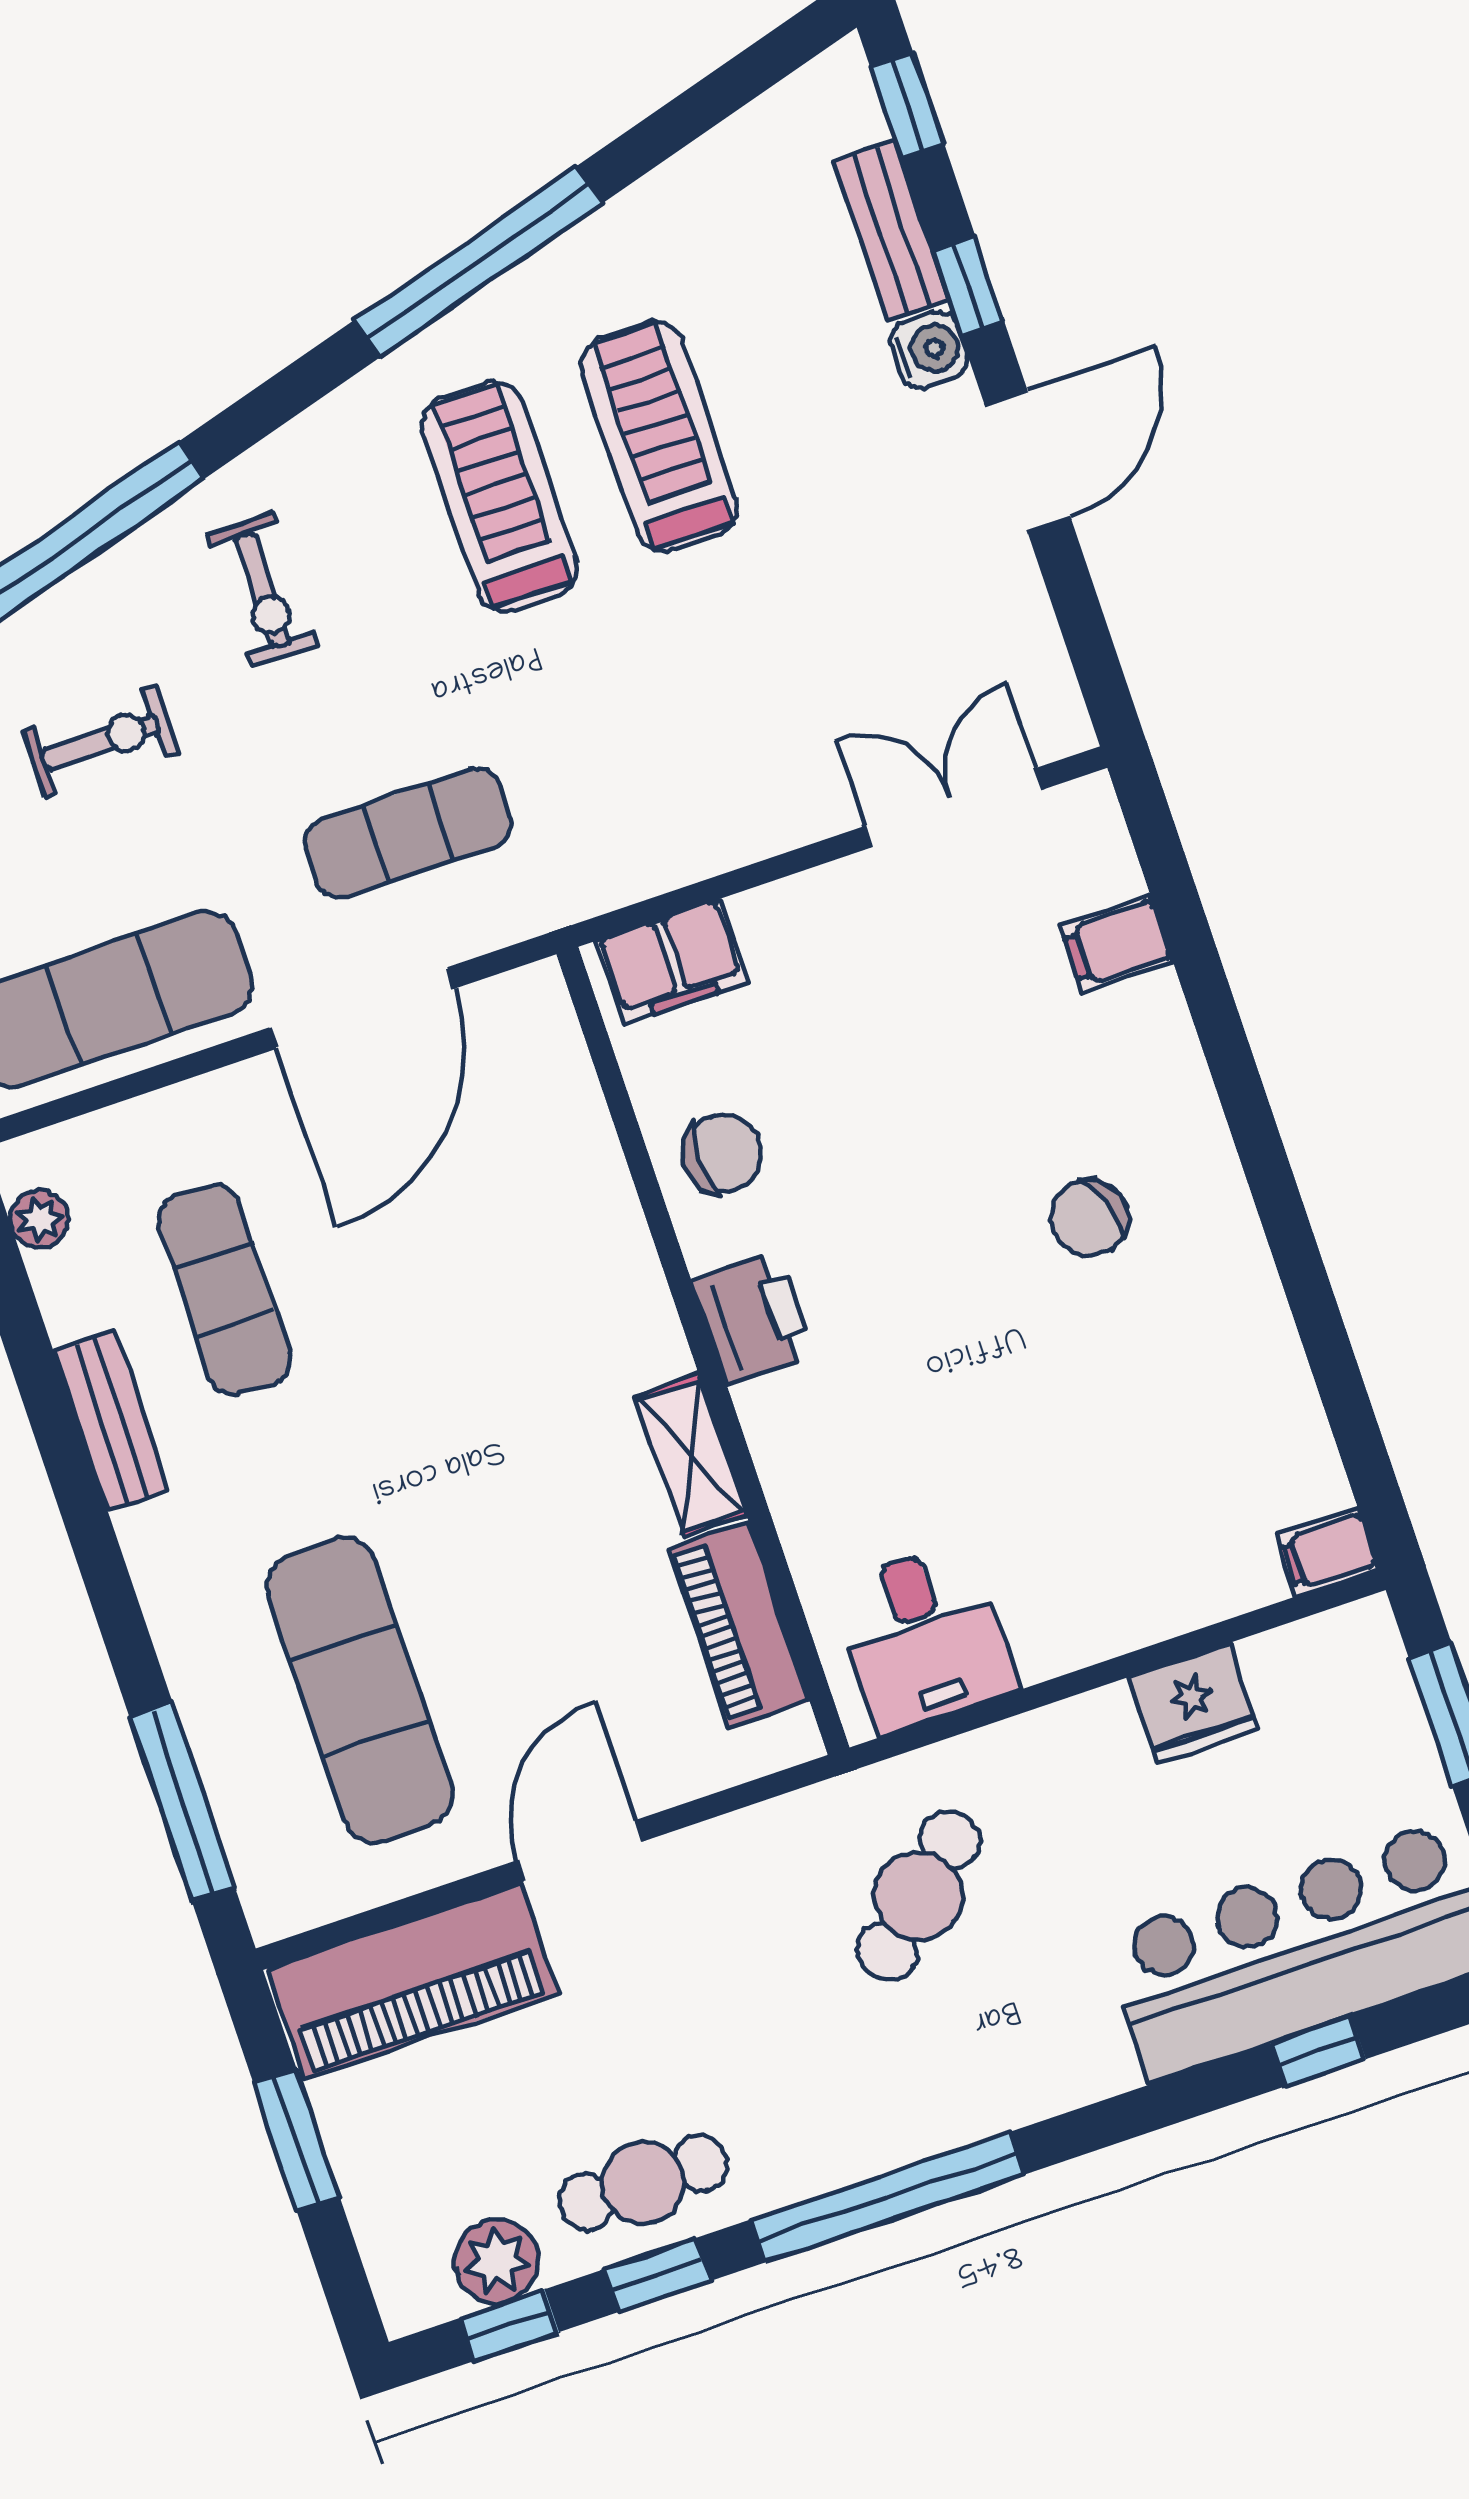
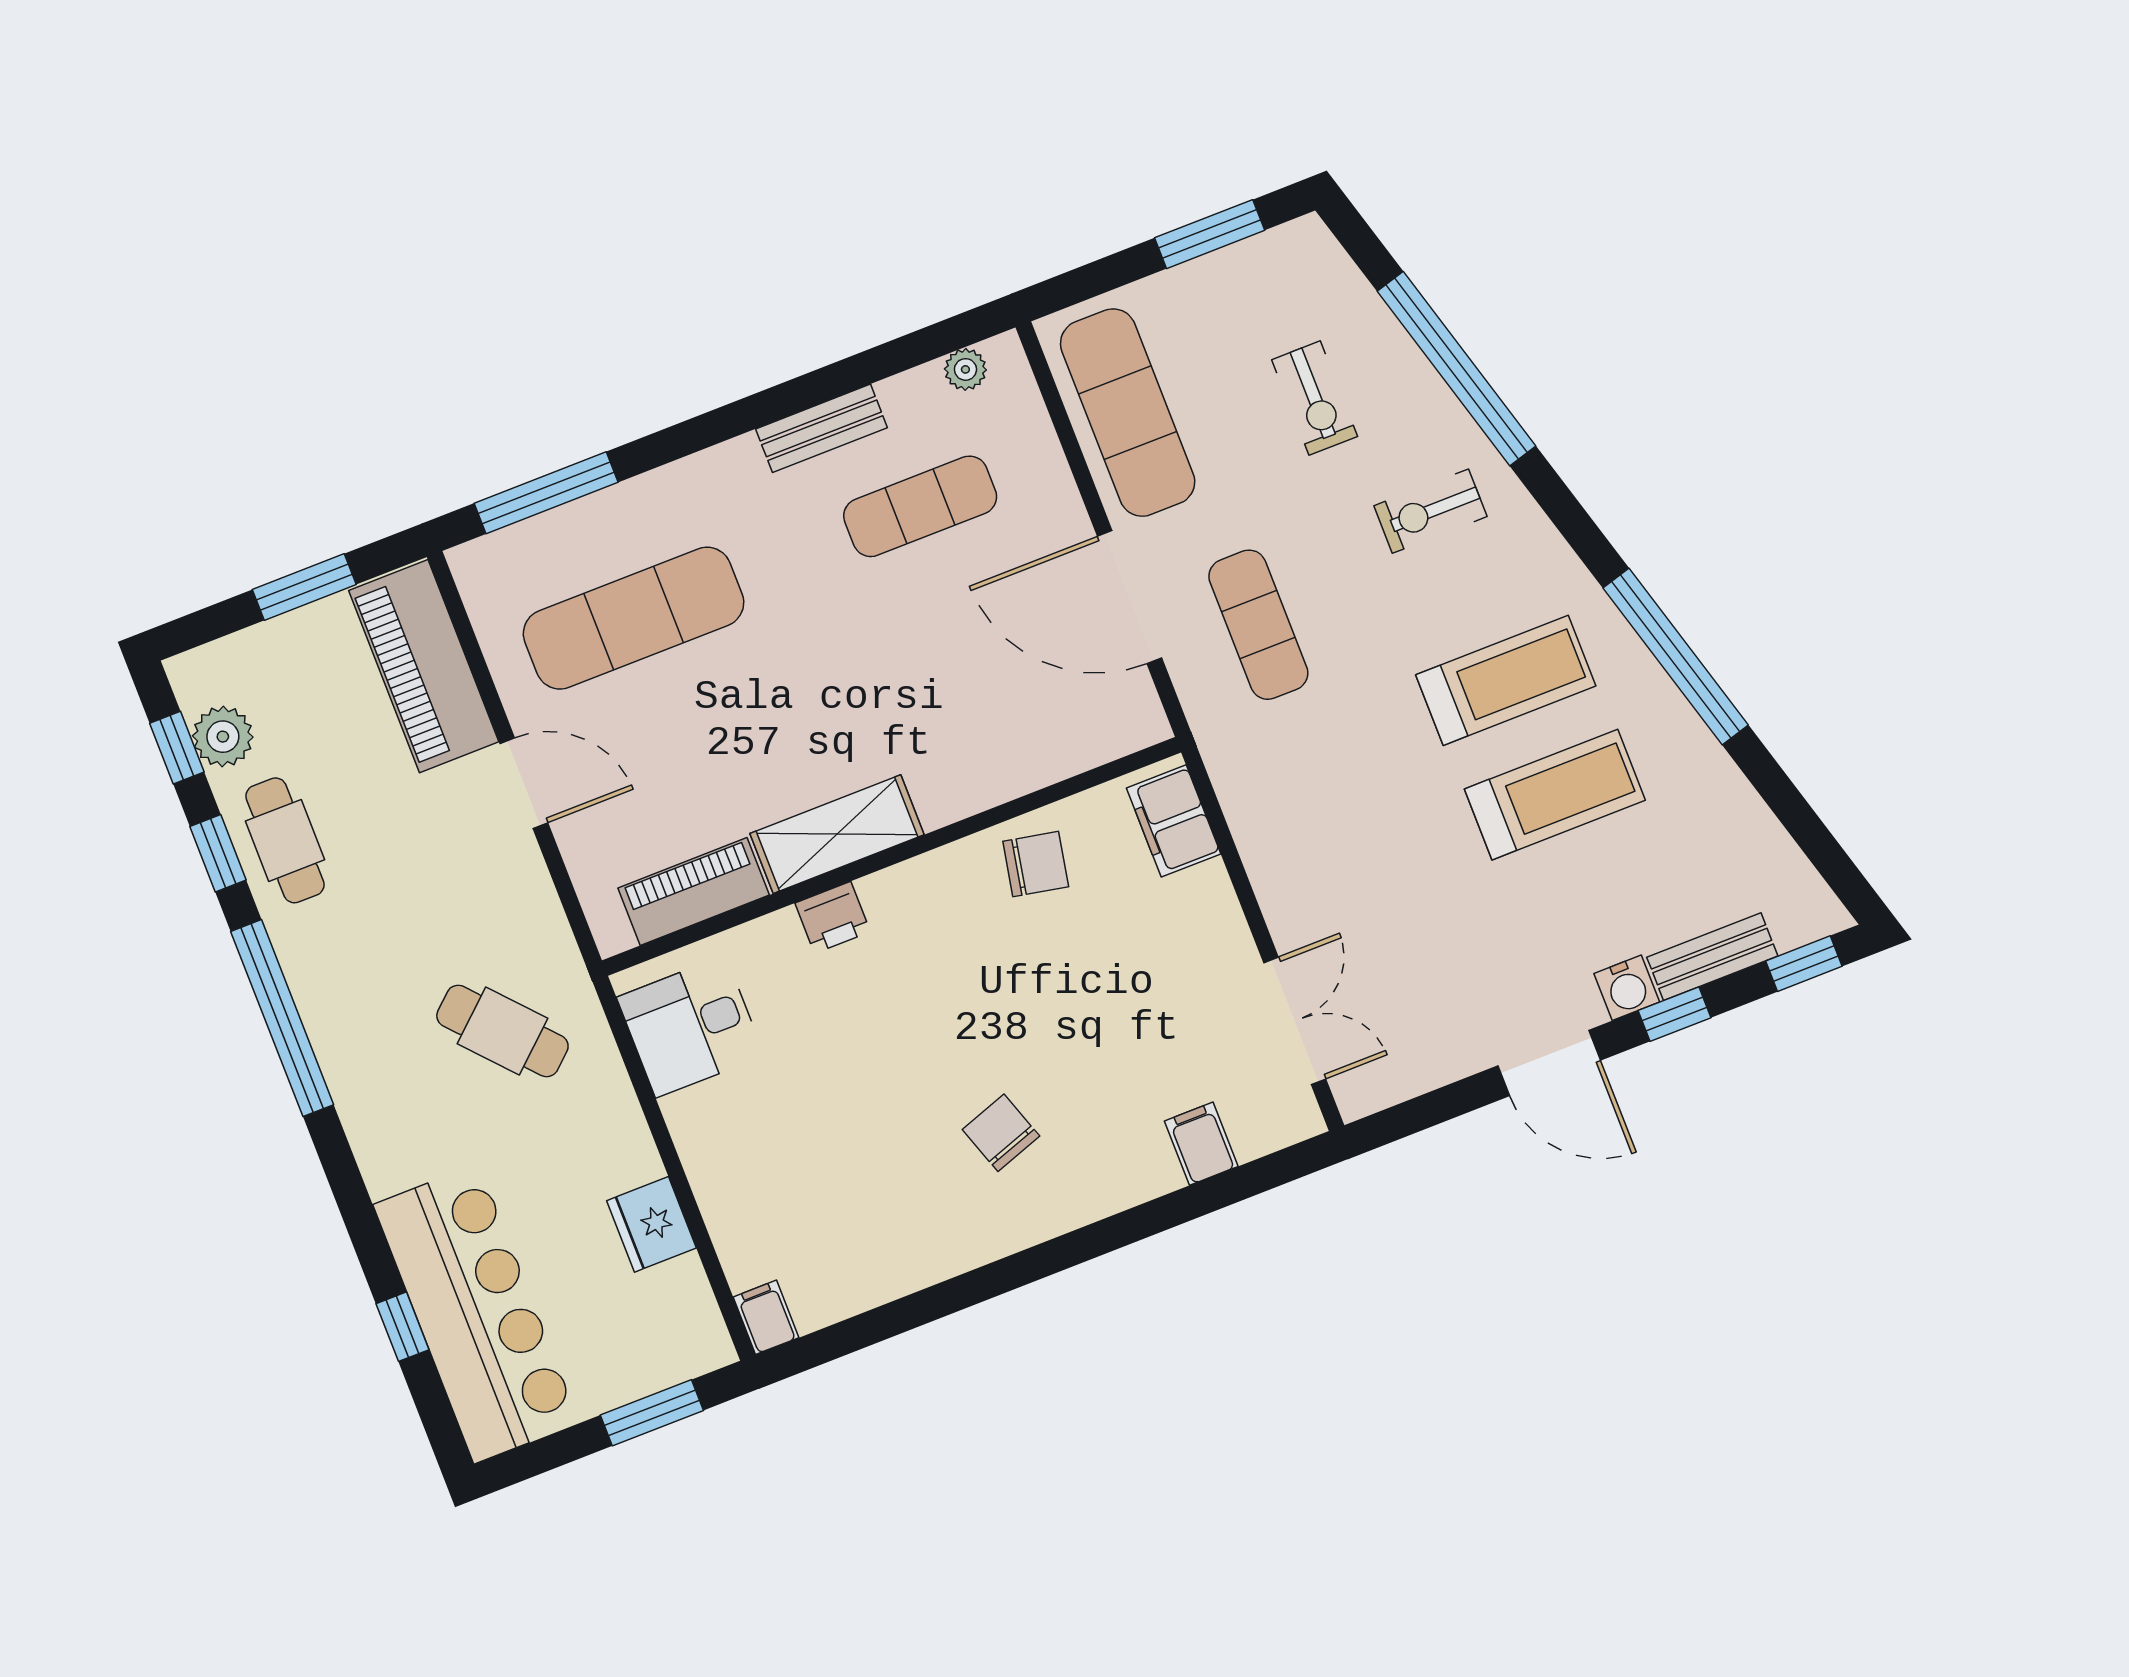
chair: (722, 1153) -> (1036, 864), turned -79
printer: (753, 1318) -> (833, 917), moved, width x0.73, depth x0.81
shelving: (691, 1456) -> (837, 834), width x1.50, depth x1.33

